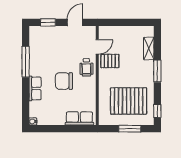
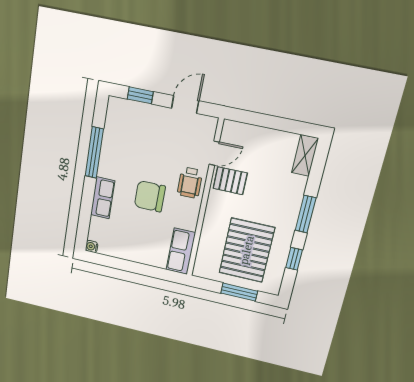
shelving: (149, 48) -> (305, 155), moved
pallet: (129, 101) -> (247, 250), turned 90
window: (157, 111) -> (294, 259), moved
row of seats: (79, 118) -> (181, 251), moved, turned -90

